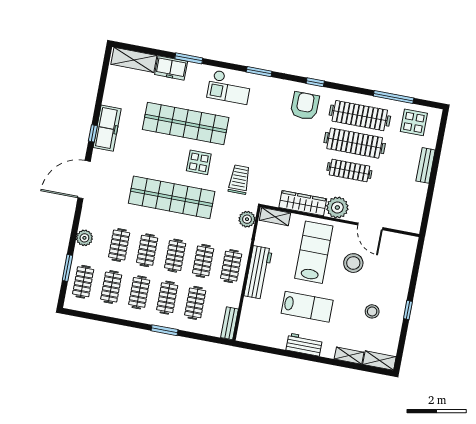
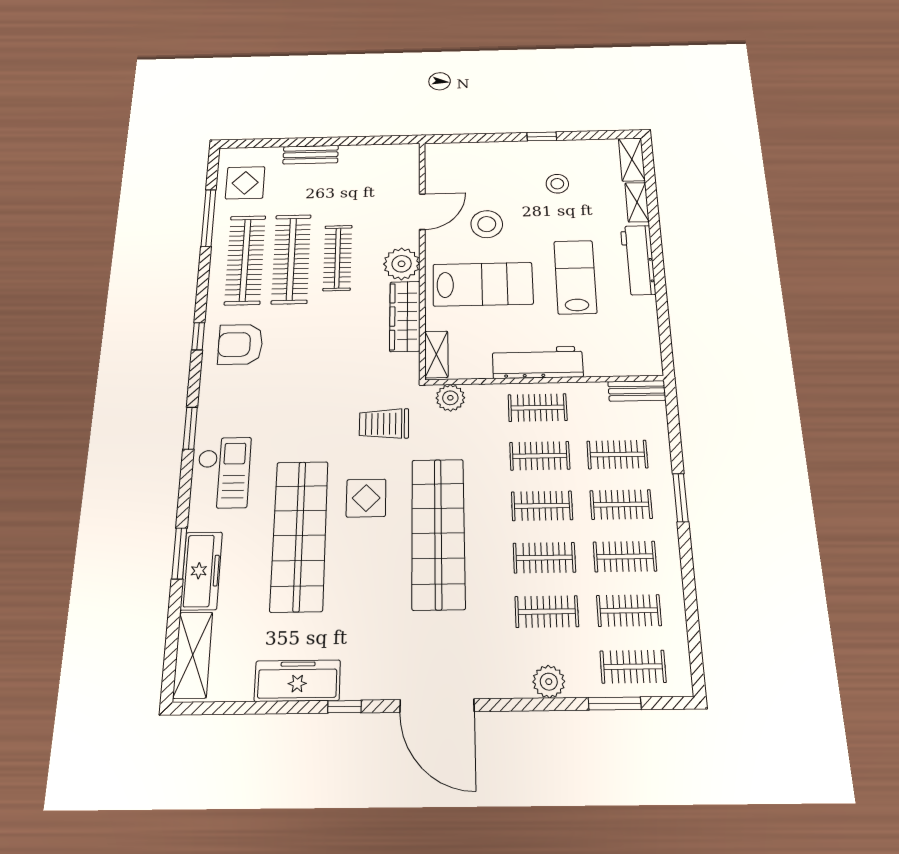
freezer: (171, 68) -> (201, 571), width x1.40
freezer: (107, 128) -> (297, 681), moved
lab bench: (314, 252) -> (483, 284), turned 180
workbench: (304, 345) -> (638, 260), width x1.38

